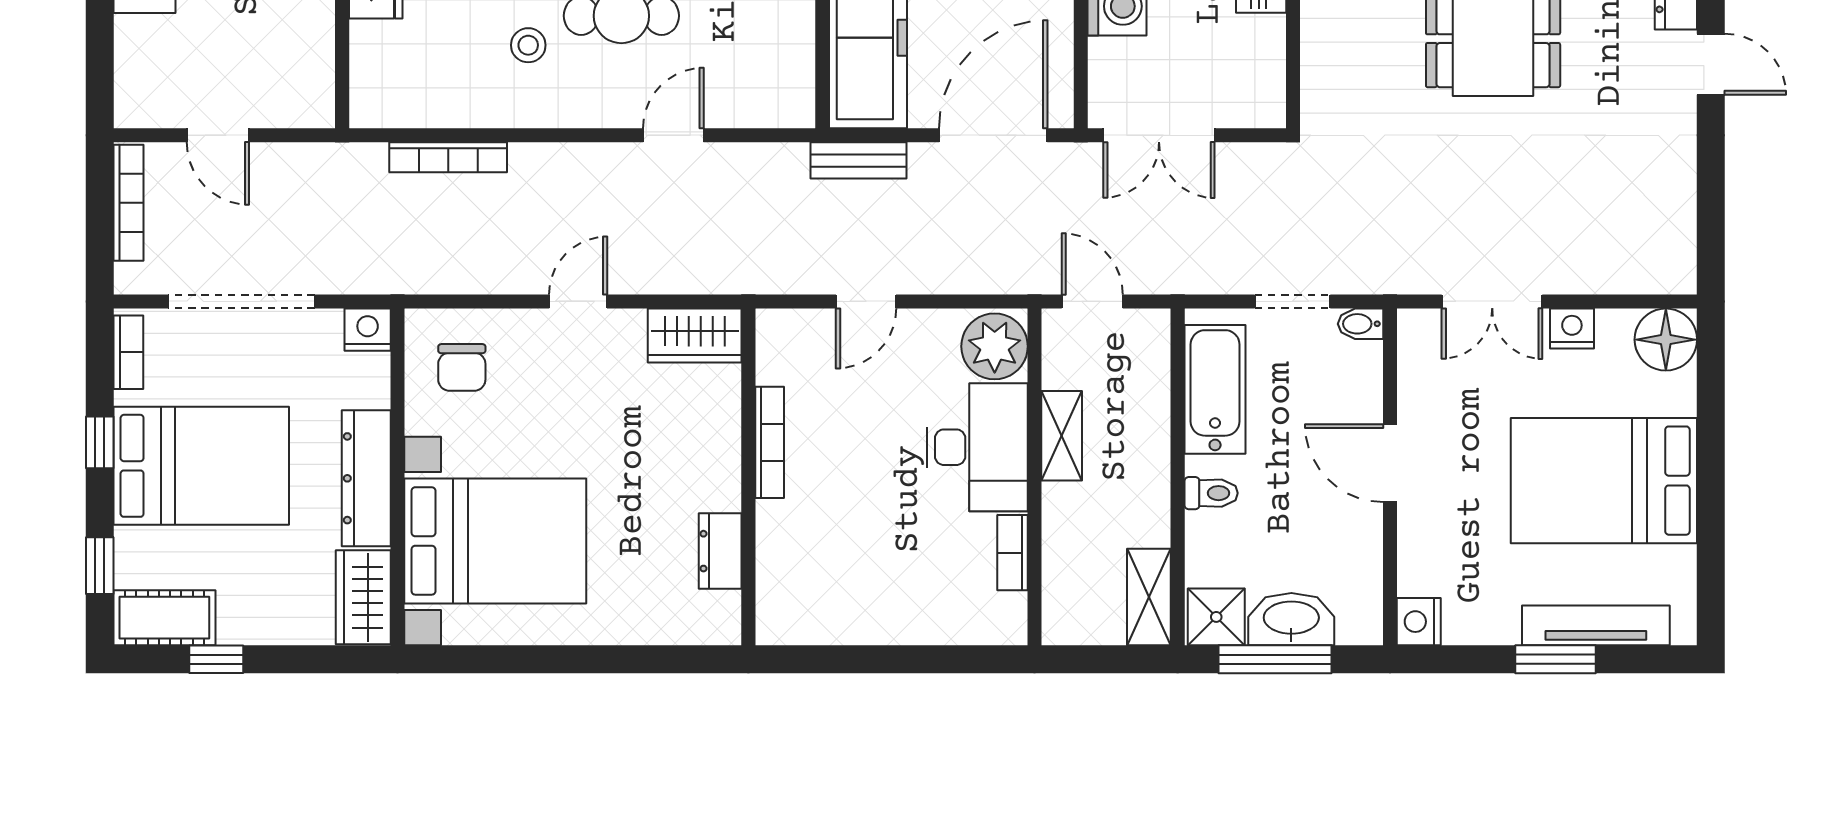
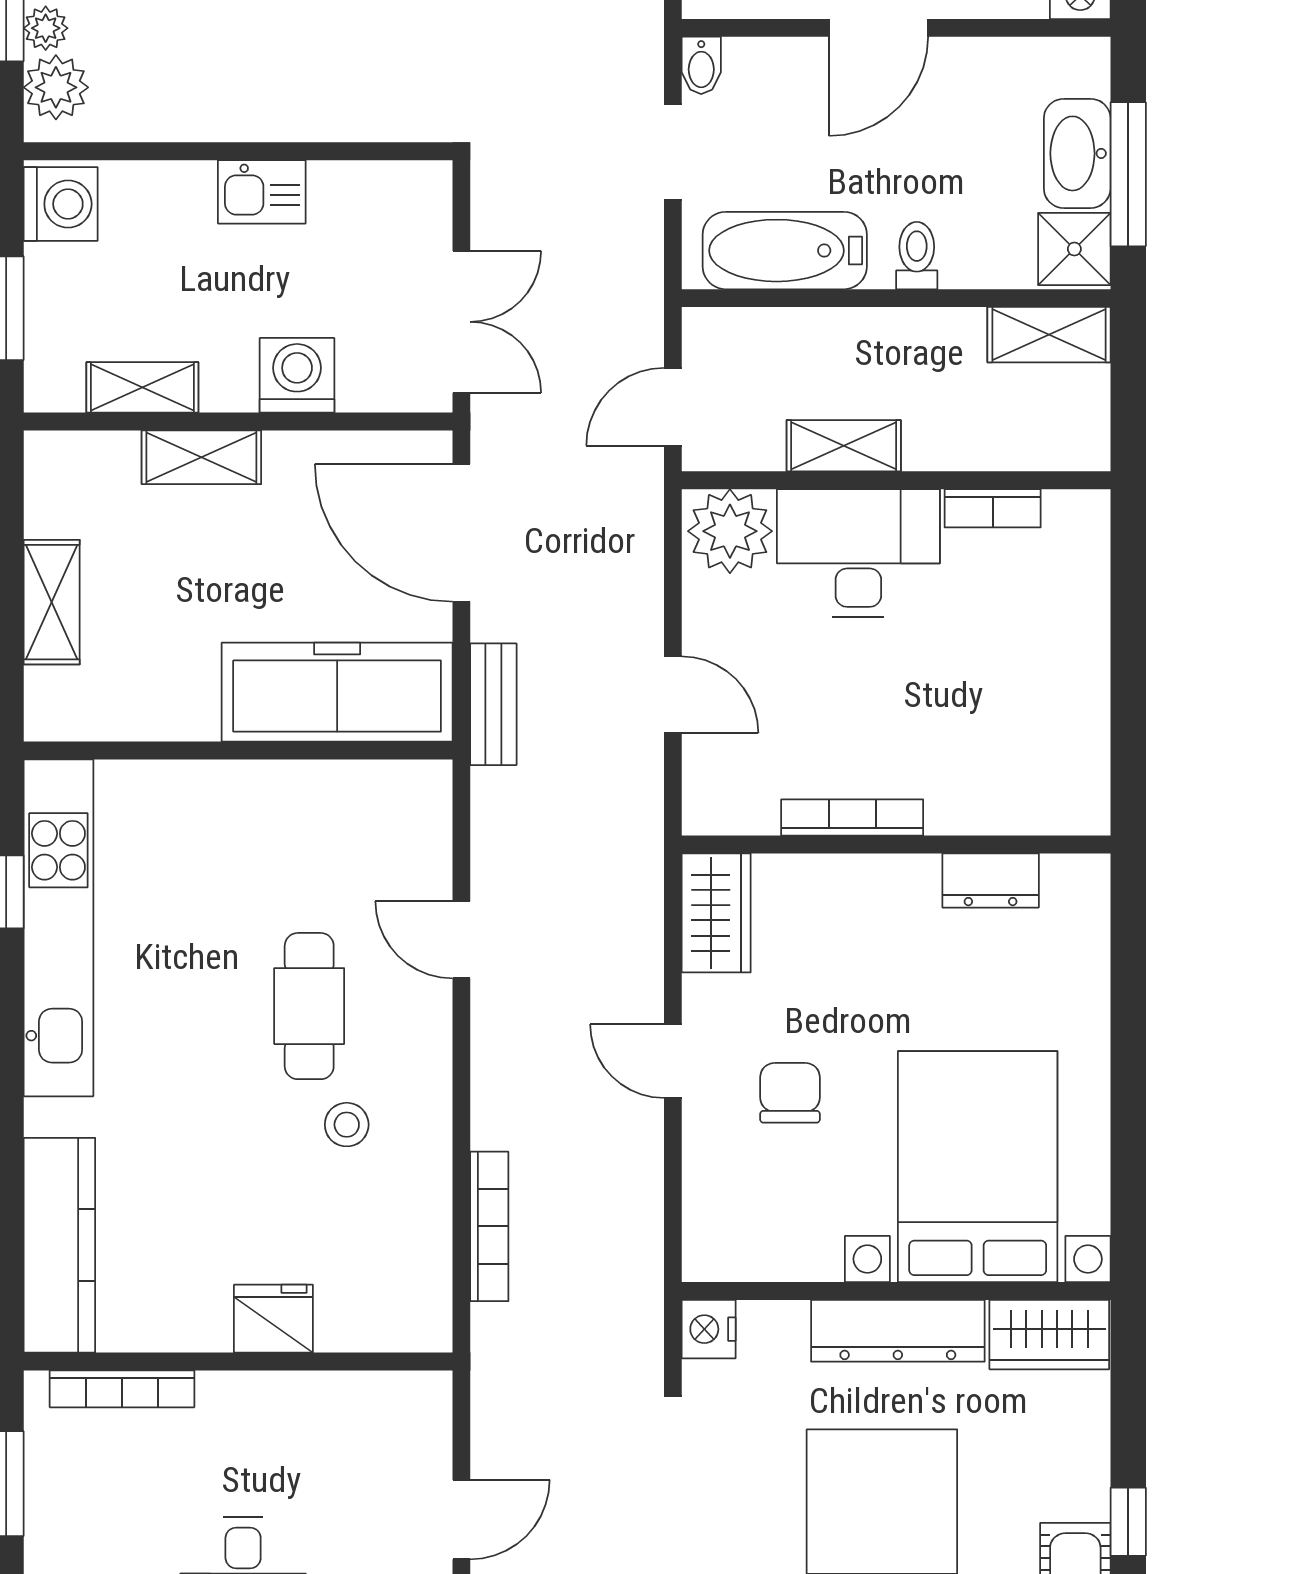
chair: (462, 367) -> (790, 1093), moved, turned -90

